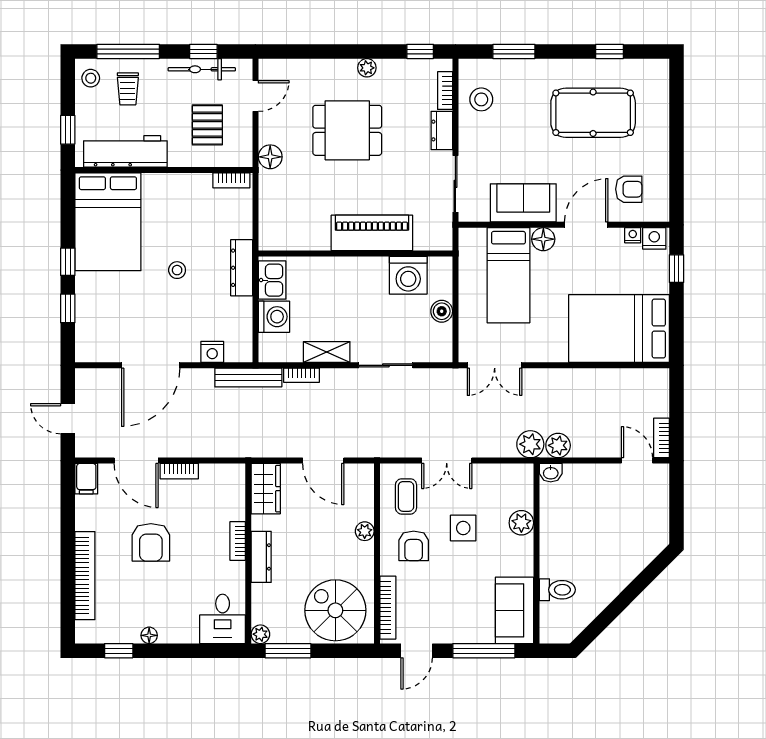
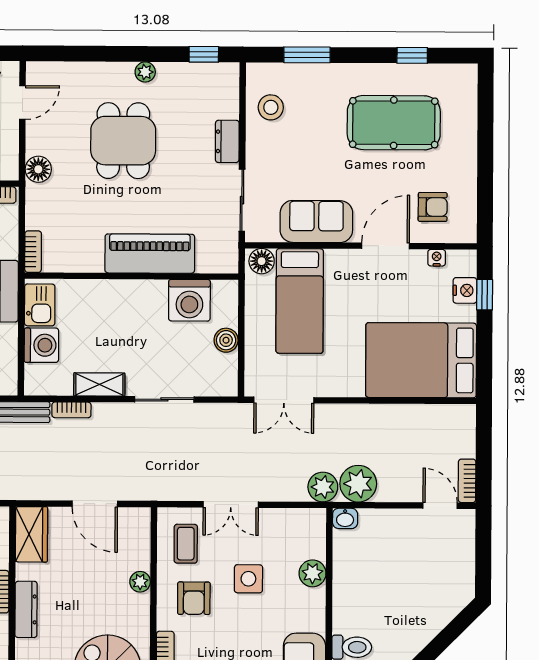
bookcase: (445, 91) -> (33, 252), moved, turned 180
dining table: (347, 130) -> (123, 141), turned 90
nightstand: (654, 238) -> (465, 290), moved, turned 90
floor lamp: (543, 239) -> (262, 261), moved
plant: (558, 445) -> (358, 484), width x1.36, depth x1.36

